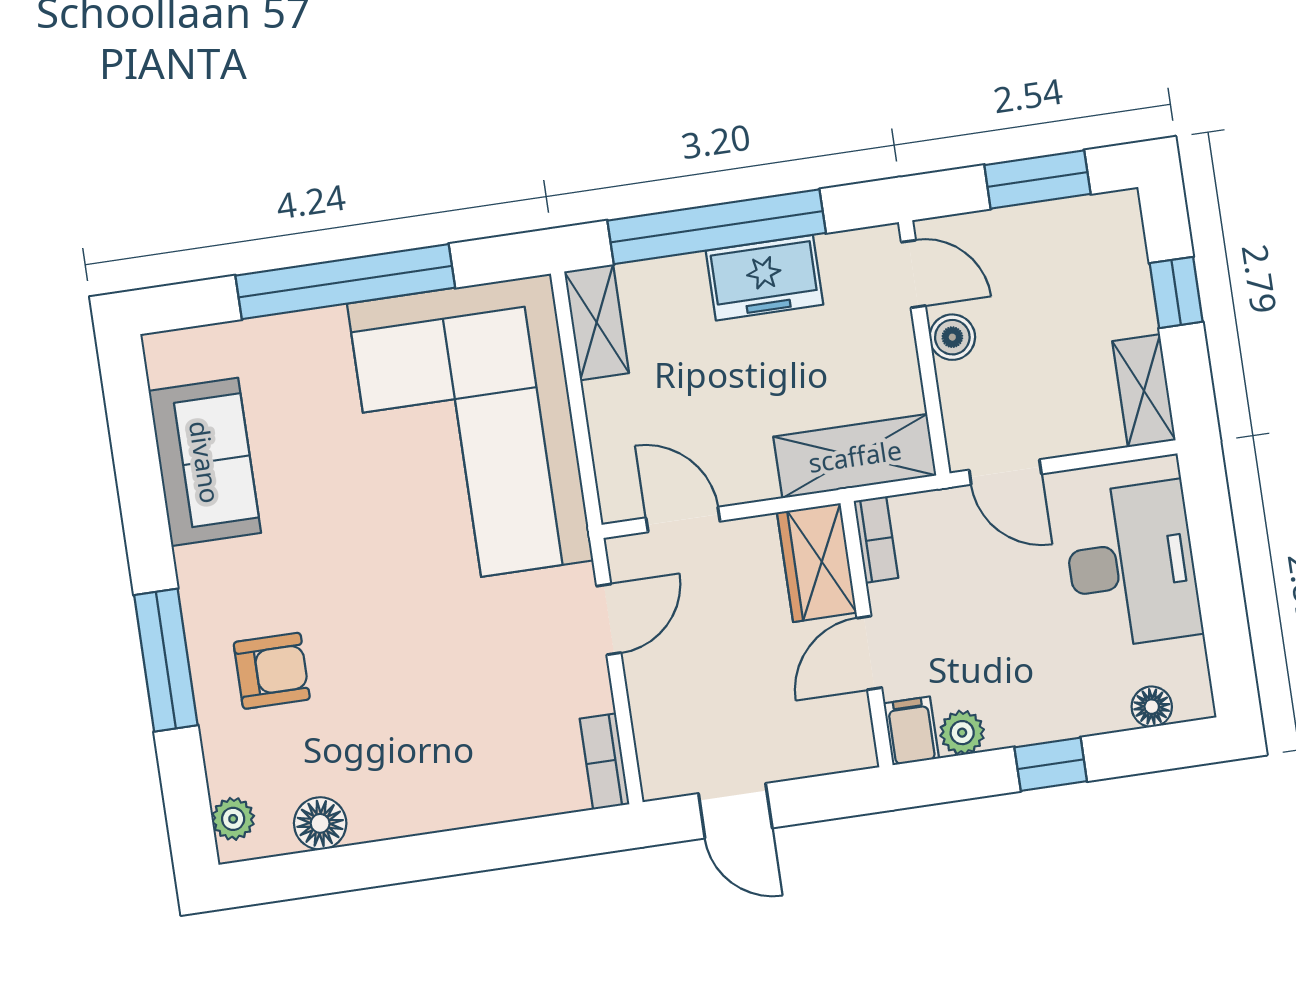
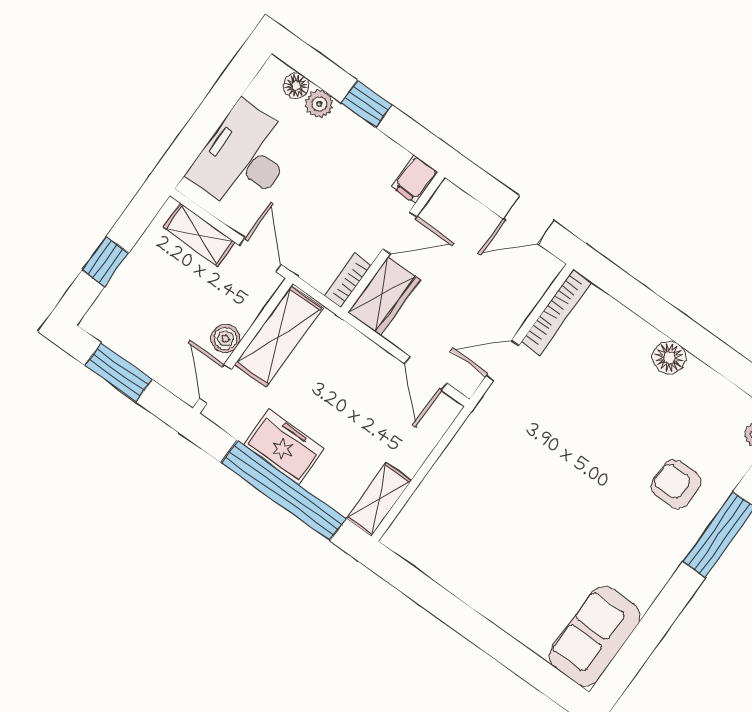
window: (345, 282) -> (474, 627), removed
shelving: (1144, 391) -> (199, 235), moved, turned 90
corner sofa: (470, 432) -> (483, 505), removed
shelving: (855, 456) -> (279, 336), moved, turned 90
sofa: (205, 462) -> (595, 636), moved
plant: (962, 733) -> (319, 104), moved
bookcase: (604, 761) -> (557, 312), width x1.56
door: (735, 811) -> (529, 220), swing flipped
floor lamp: (320, 823) -> (669, 358), moved

